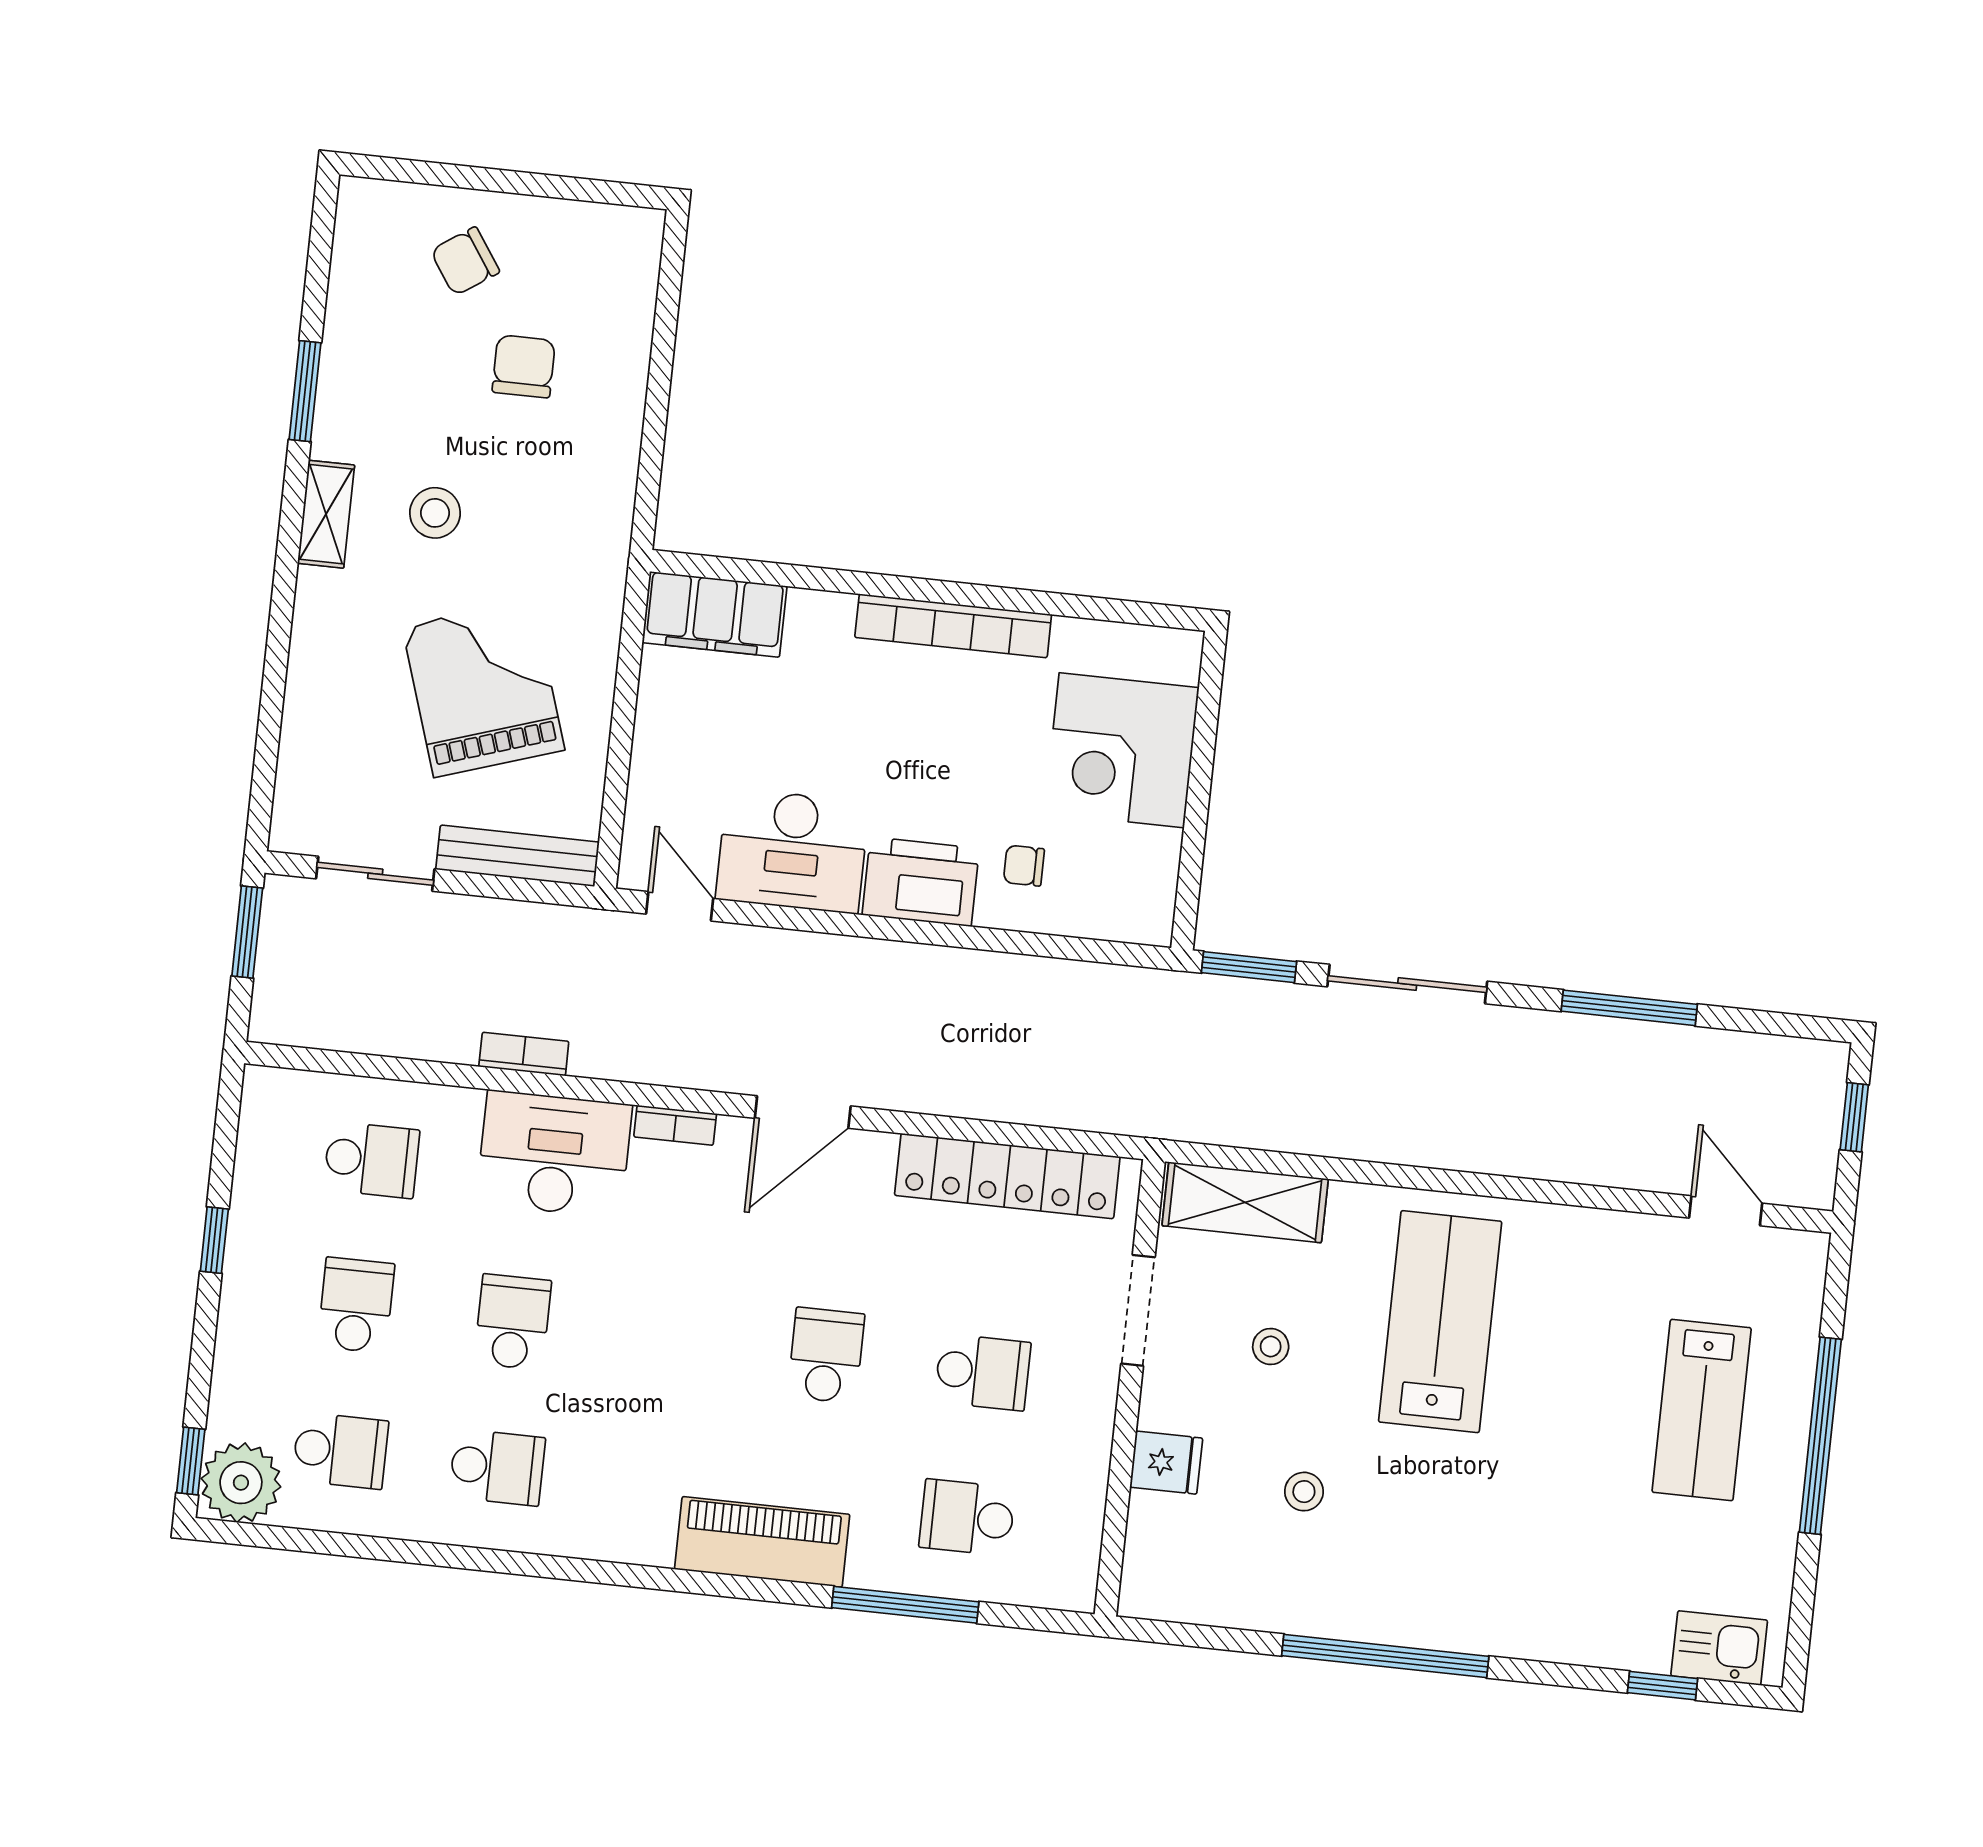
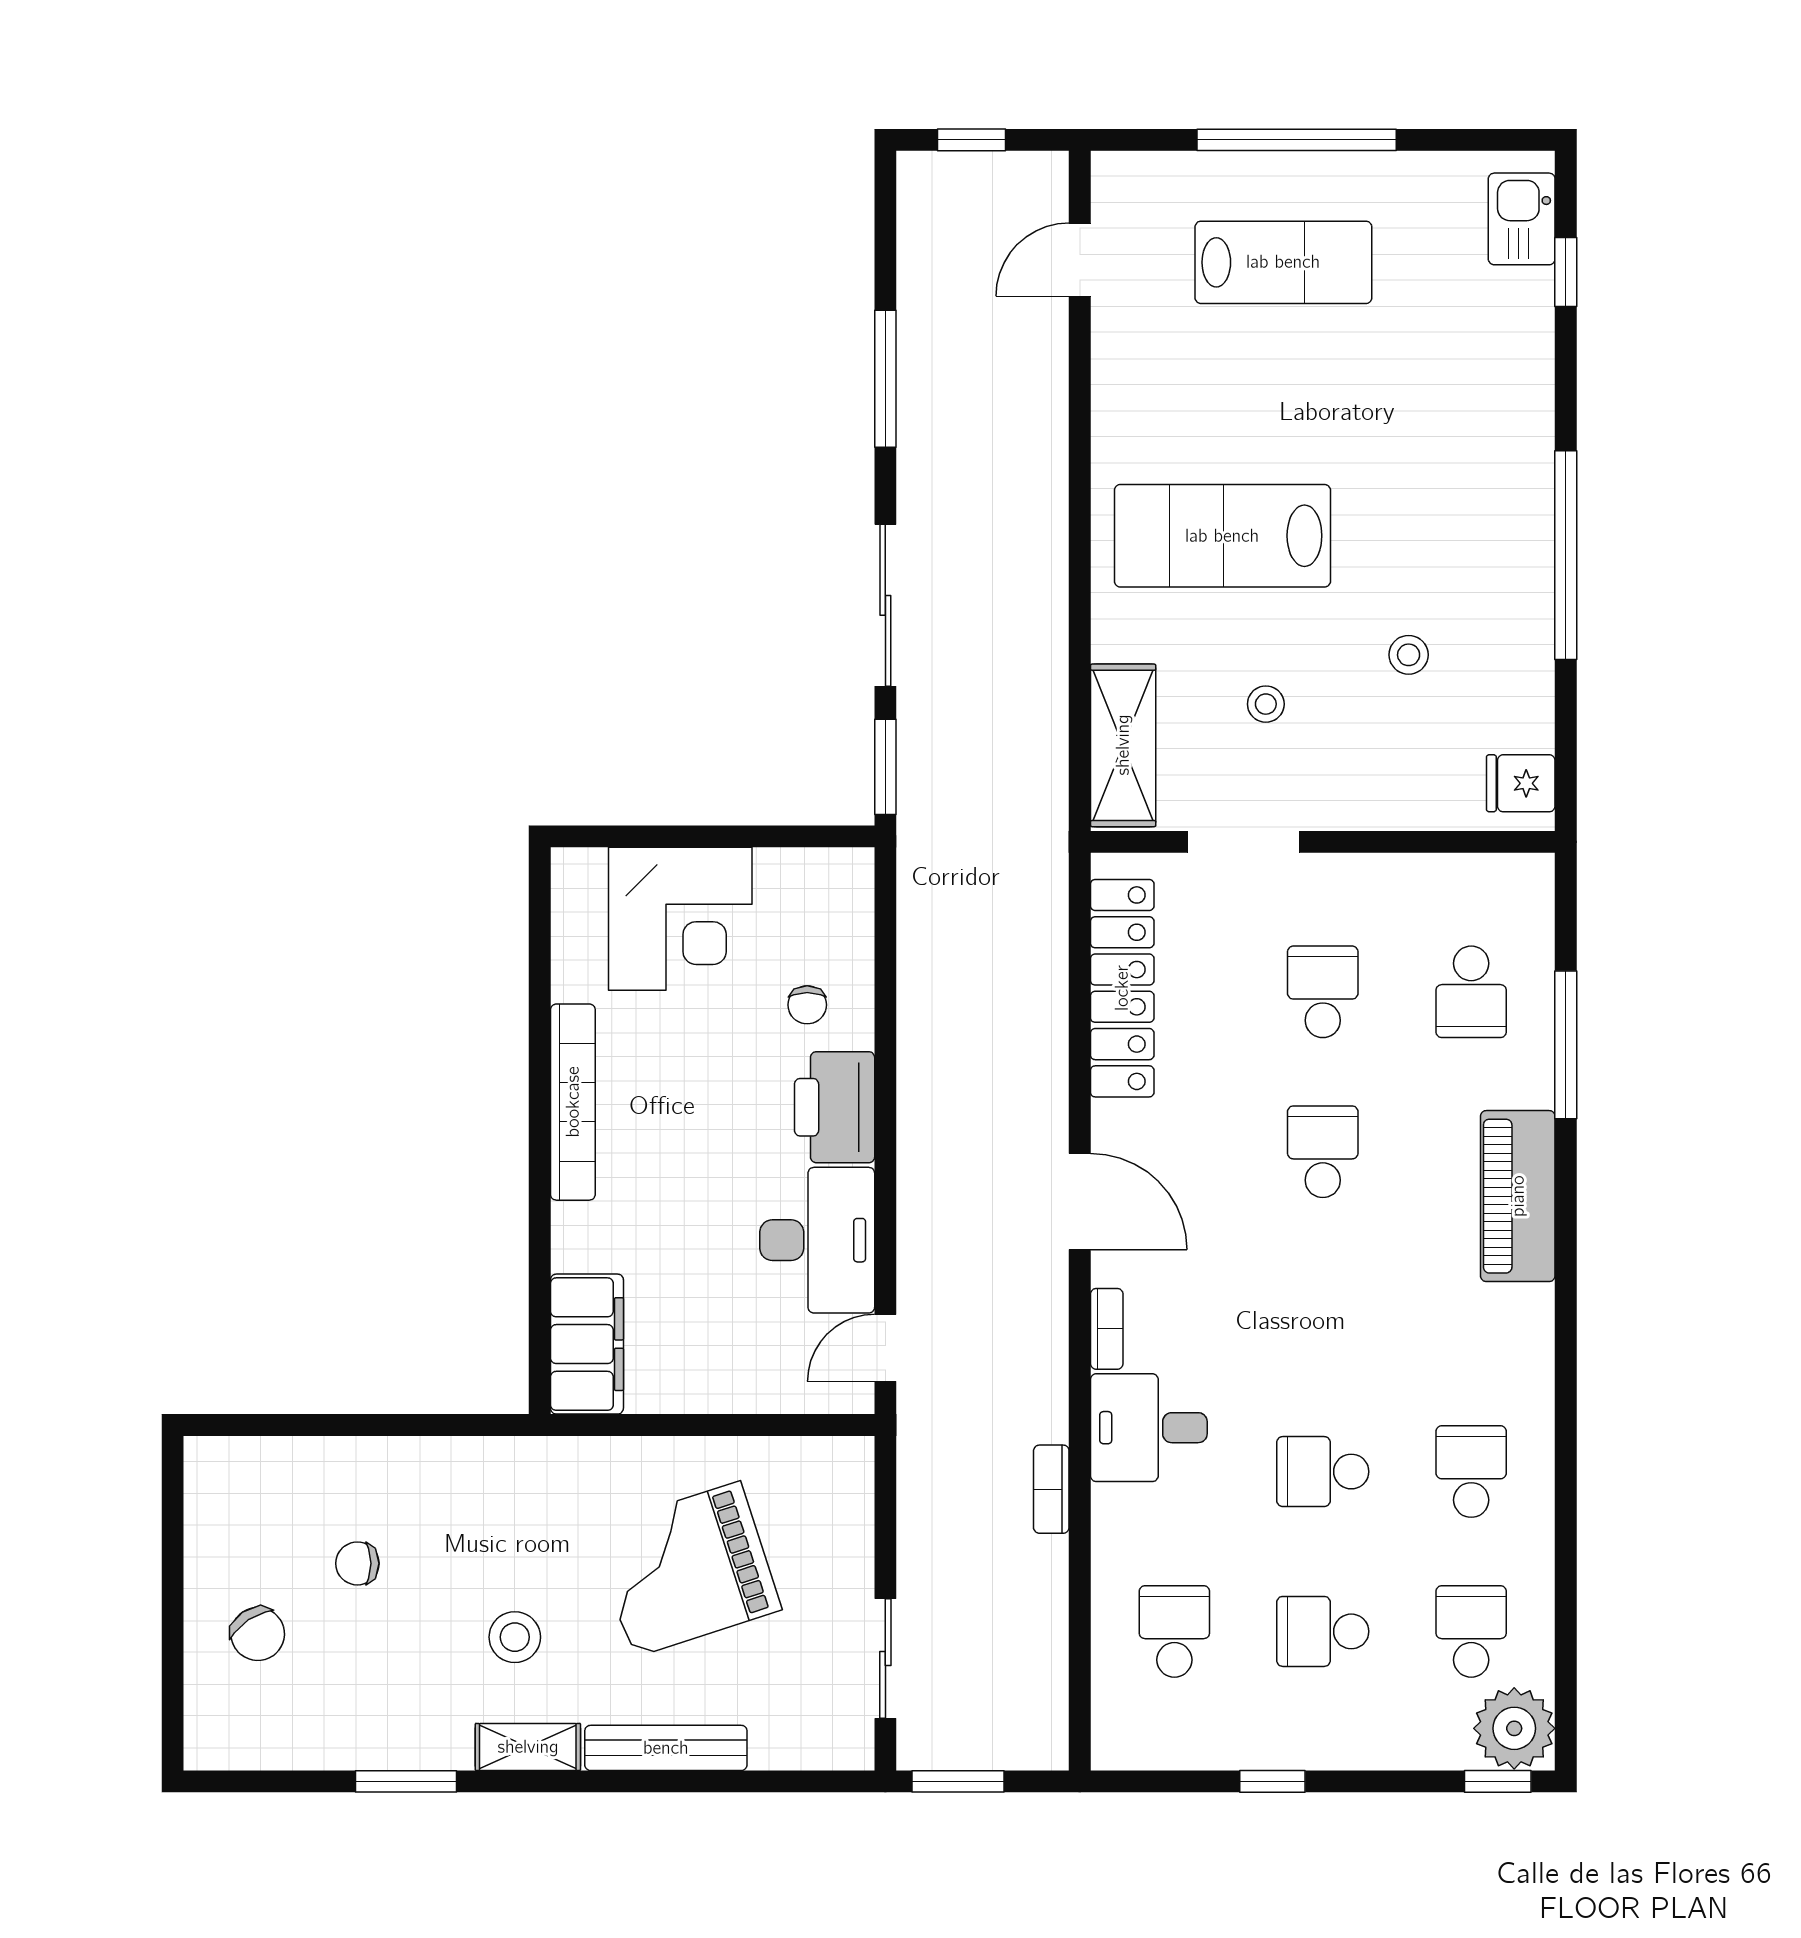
chair: (524, 366) -> (357, 1563), width x0.73, depth x0.73
bench: (517, 856) -> (666, 1748), moved, turned 90
desk: (554, 1154) -> (1149, 1428), width x0.73
school desk: (826, 1355) -> (1323, 1152), turned 90
fridge: (1166, 1463) -> (1521, 783), moved, turned -90

